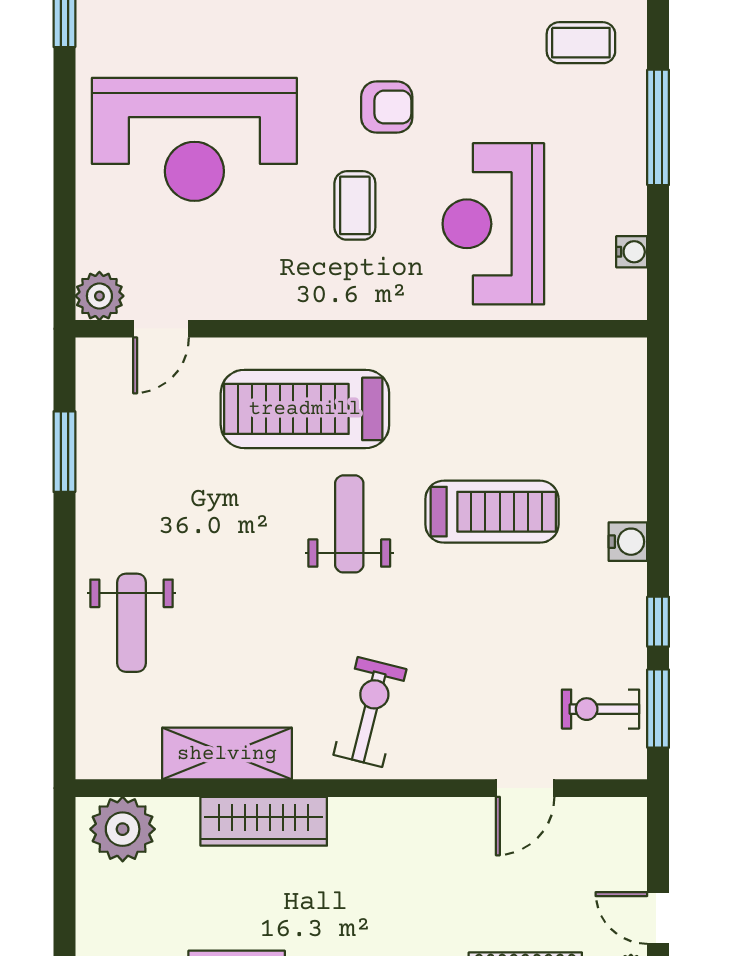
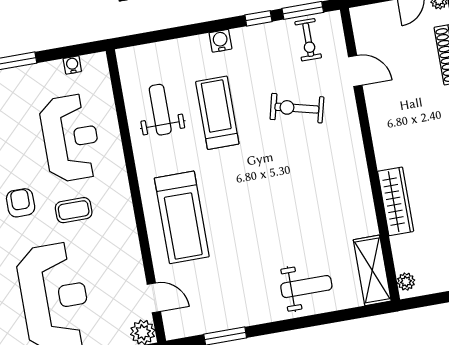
reception desk: (493, 224) -> (71, 138), turned -90
weight bench: (349, 524) -> (160, 110), moved, turned 90
exercise bike: (370, 712) -> (297, 108), moved
shelving: (227, 754) -> (372, 270), moved
plant: (123, 829) -> (406, 282), width x0.53, depth x0.53

